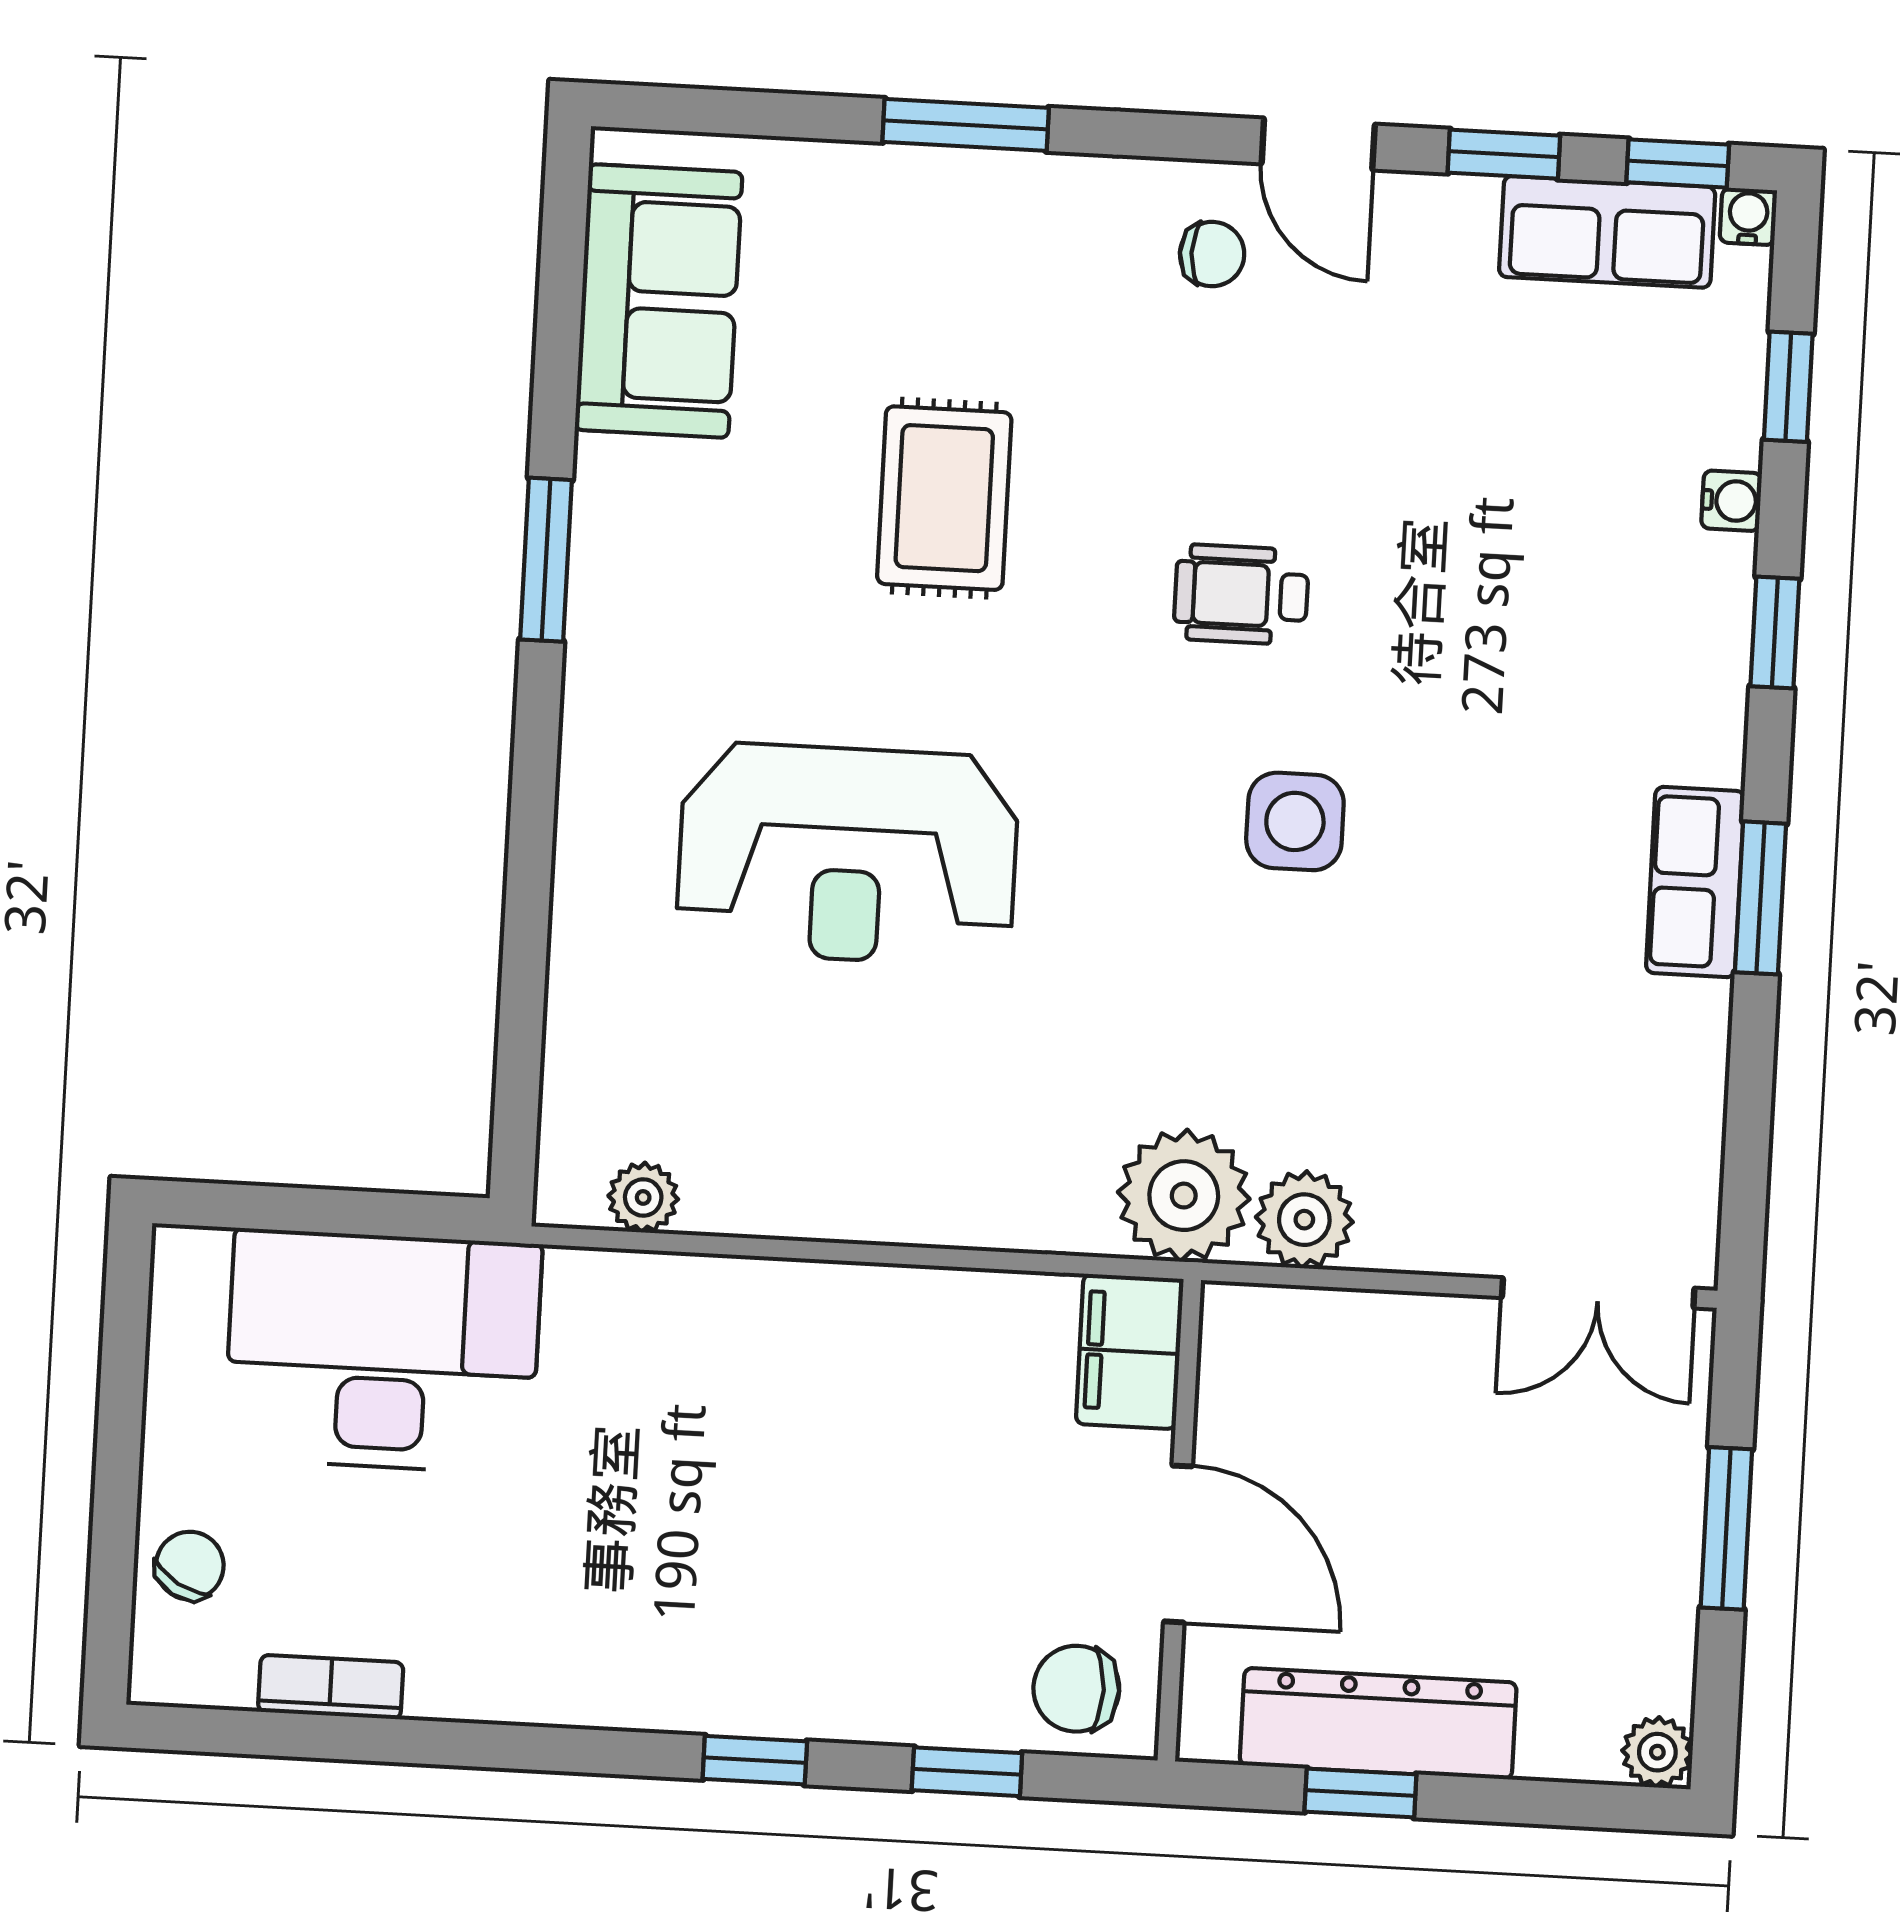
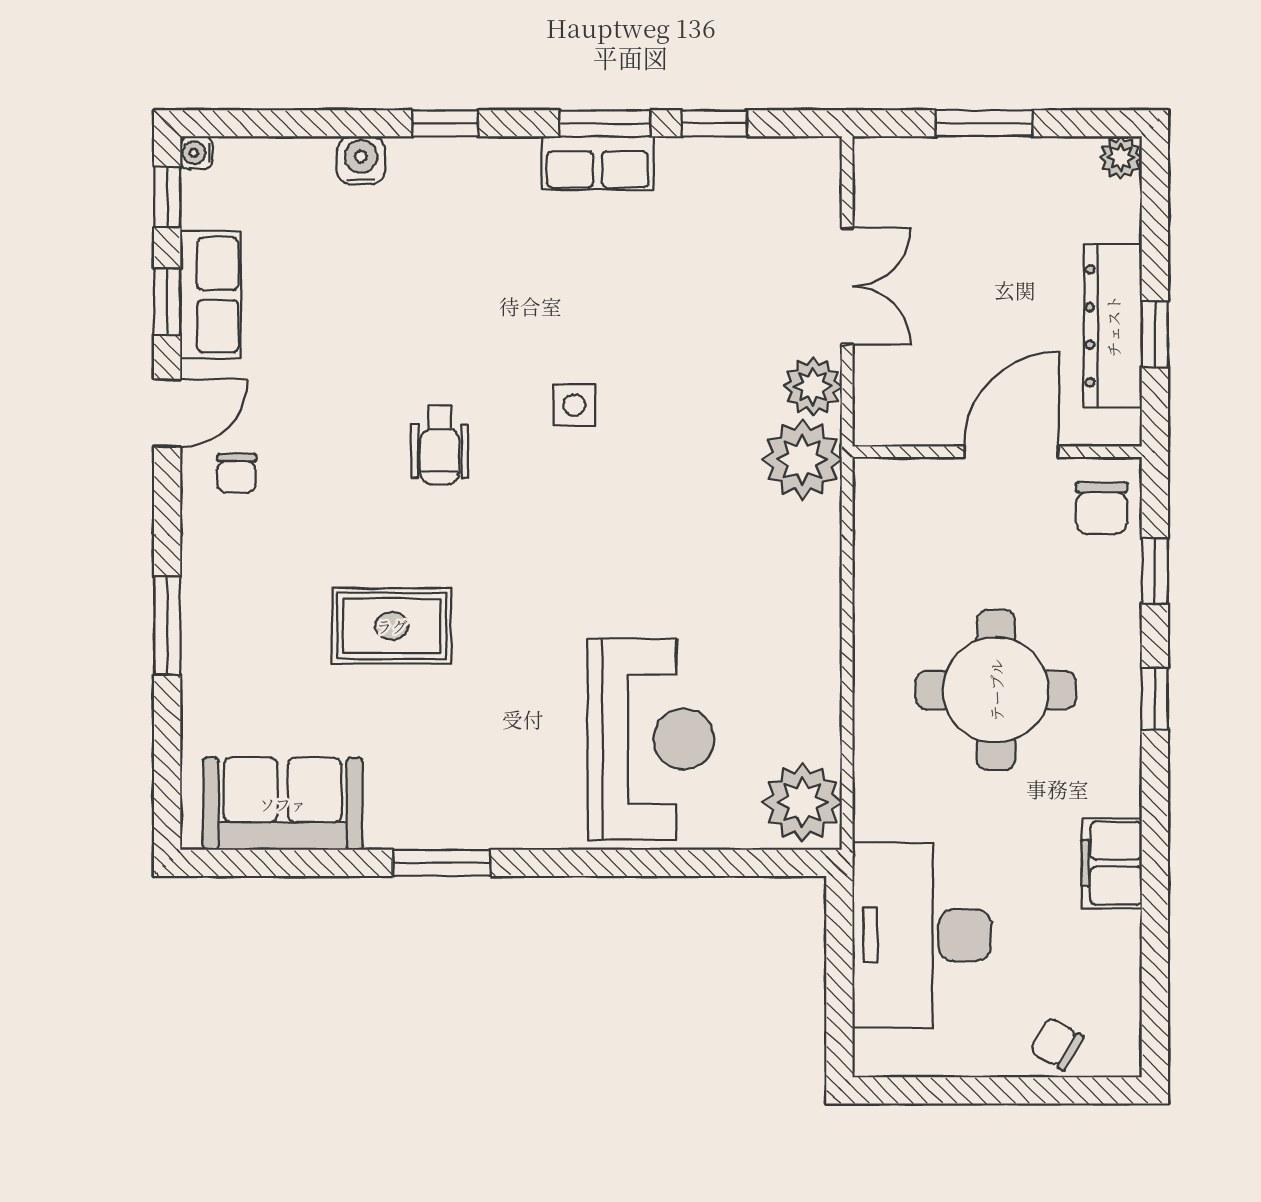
row of seats: (1607, 232) -> (210, 295), moved
chair: (1212, 254) -> (237, 473), turned 180
window: (1788, 387) -> (714, 123), moved
water cooler: (1731, 501) -> (361, 160), width x1.38, depth x1.38
side table: (1295, 821) -> (574, 405), width x0.73, depth x0.73
reception desk: (848, 854) -> (651, 739), moved
plant: (643, 1197) -> (803, 802), width x1.87, depth x1.87
double door: (1598, 1293) -> (847, 286), moved
filing cabinet: (1130, 1351) -> (1112, 863), moved, turned 90
round table: (783, 1497) -> (996, 690), added
bookcase: (331, 1687) -> (1125, 955), removed

